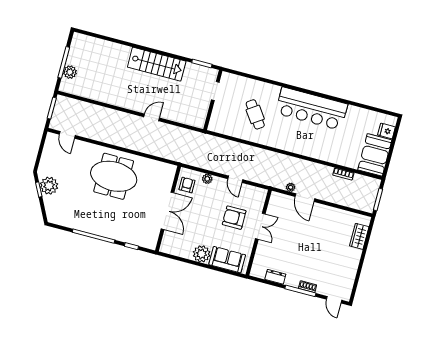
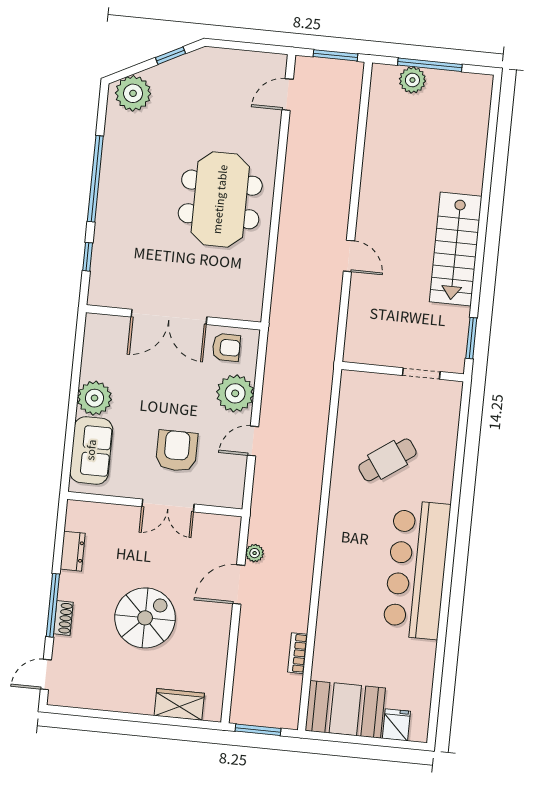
plant: (207, 179) -> (235, 393), width x1.88, depth x1.88
plant: (49, 186) -> (133, 93), moved
spiral stairs: (314, 246) -> (145, 618), added

